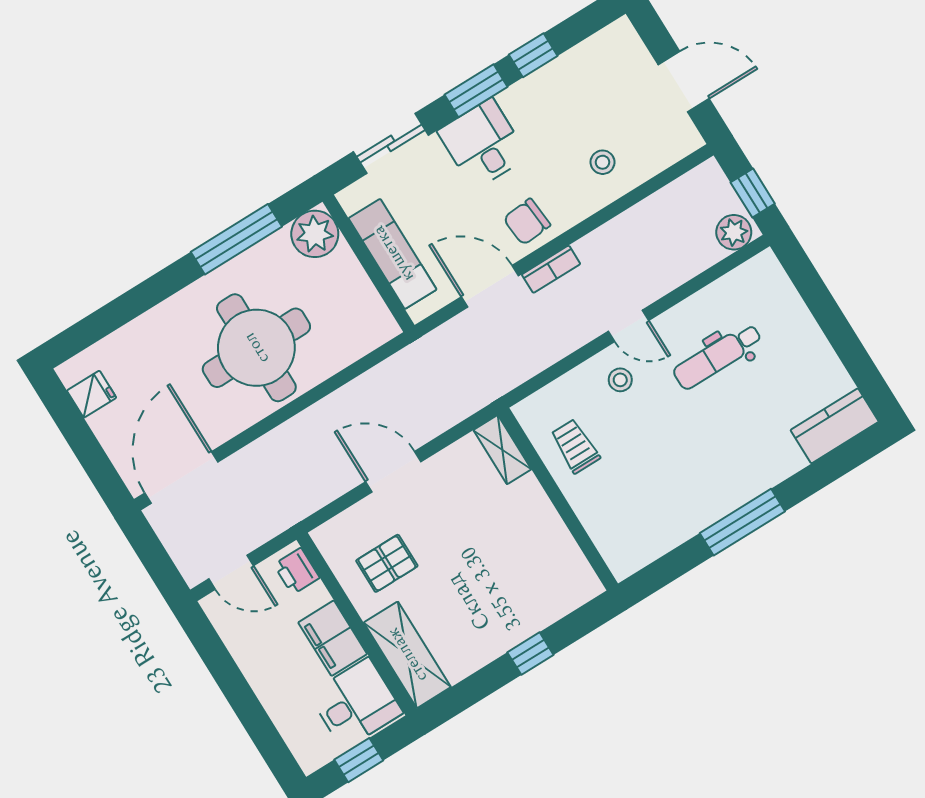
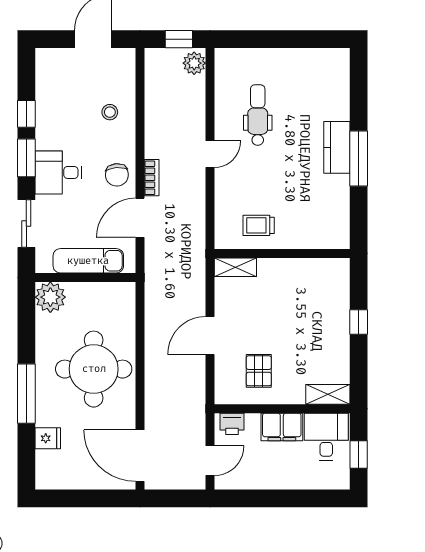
window: (236, 239) -> (26, 394), moved
dental chair: (718, 356) -> (258, 115), turned 180
stool: (620, 380) -> (237, 177), removed
fridge: (92, 394) -> (48, 438), moved, turned 90
kitchen counter: (835, 426) -> (337, 147), moved
shelving: (407, 655) -> (328, 394), width x0.67, depth x0.75

